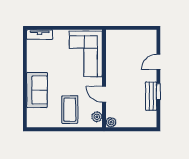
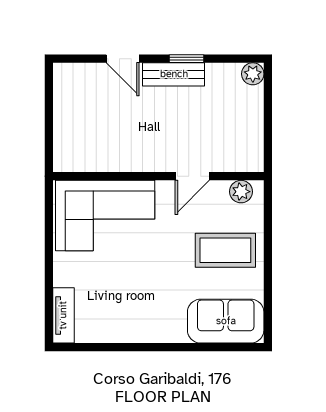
sofa: (37, 90) -> (226, 321), moved
bench: (151, 96) -> (174, 74), moved
plant: (111, 122) -> (253, 74), moved

